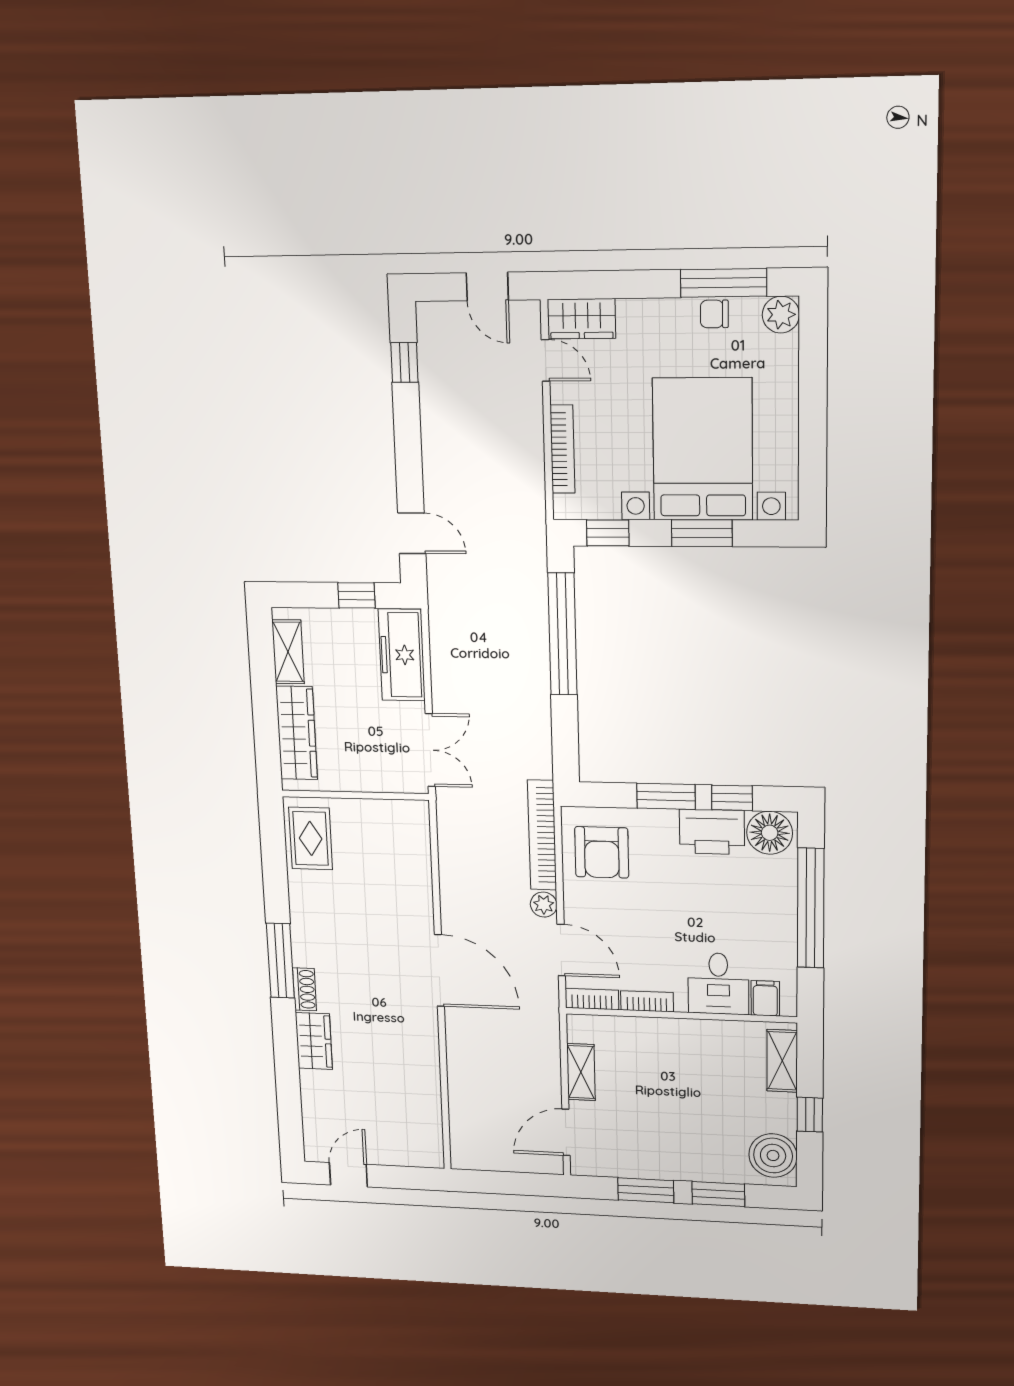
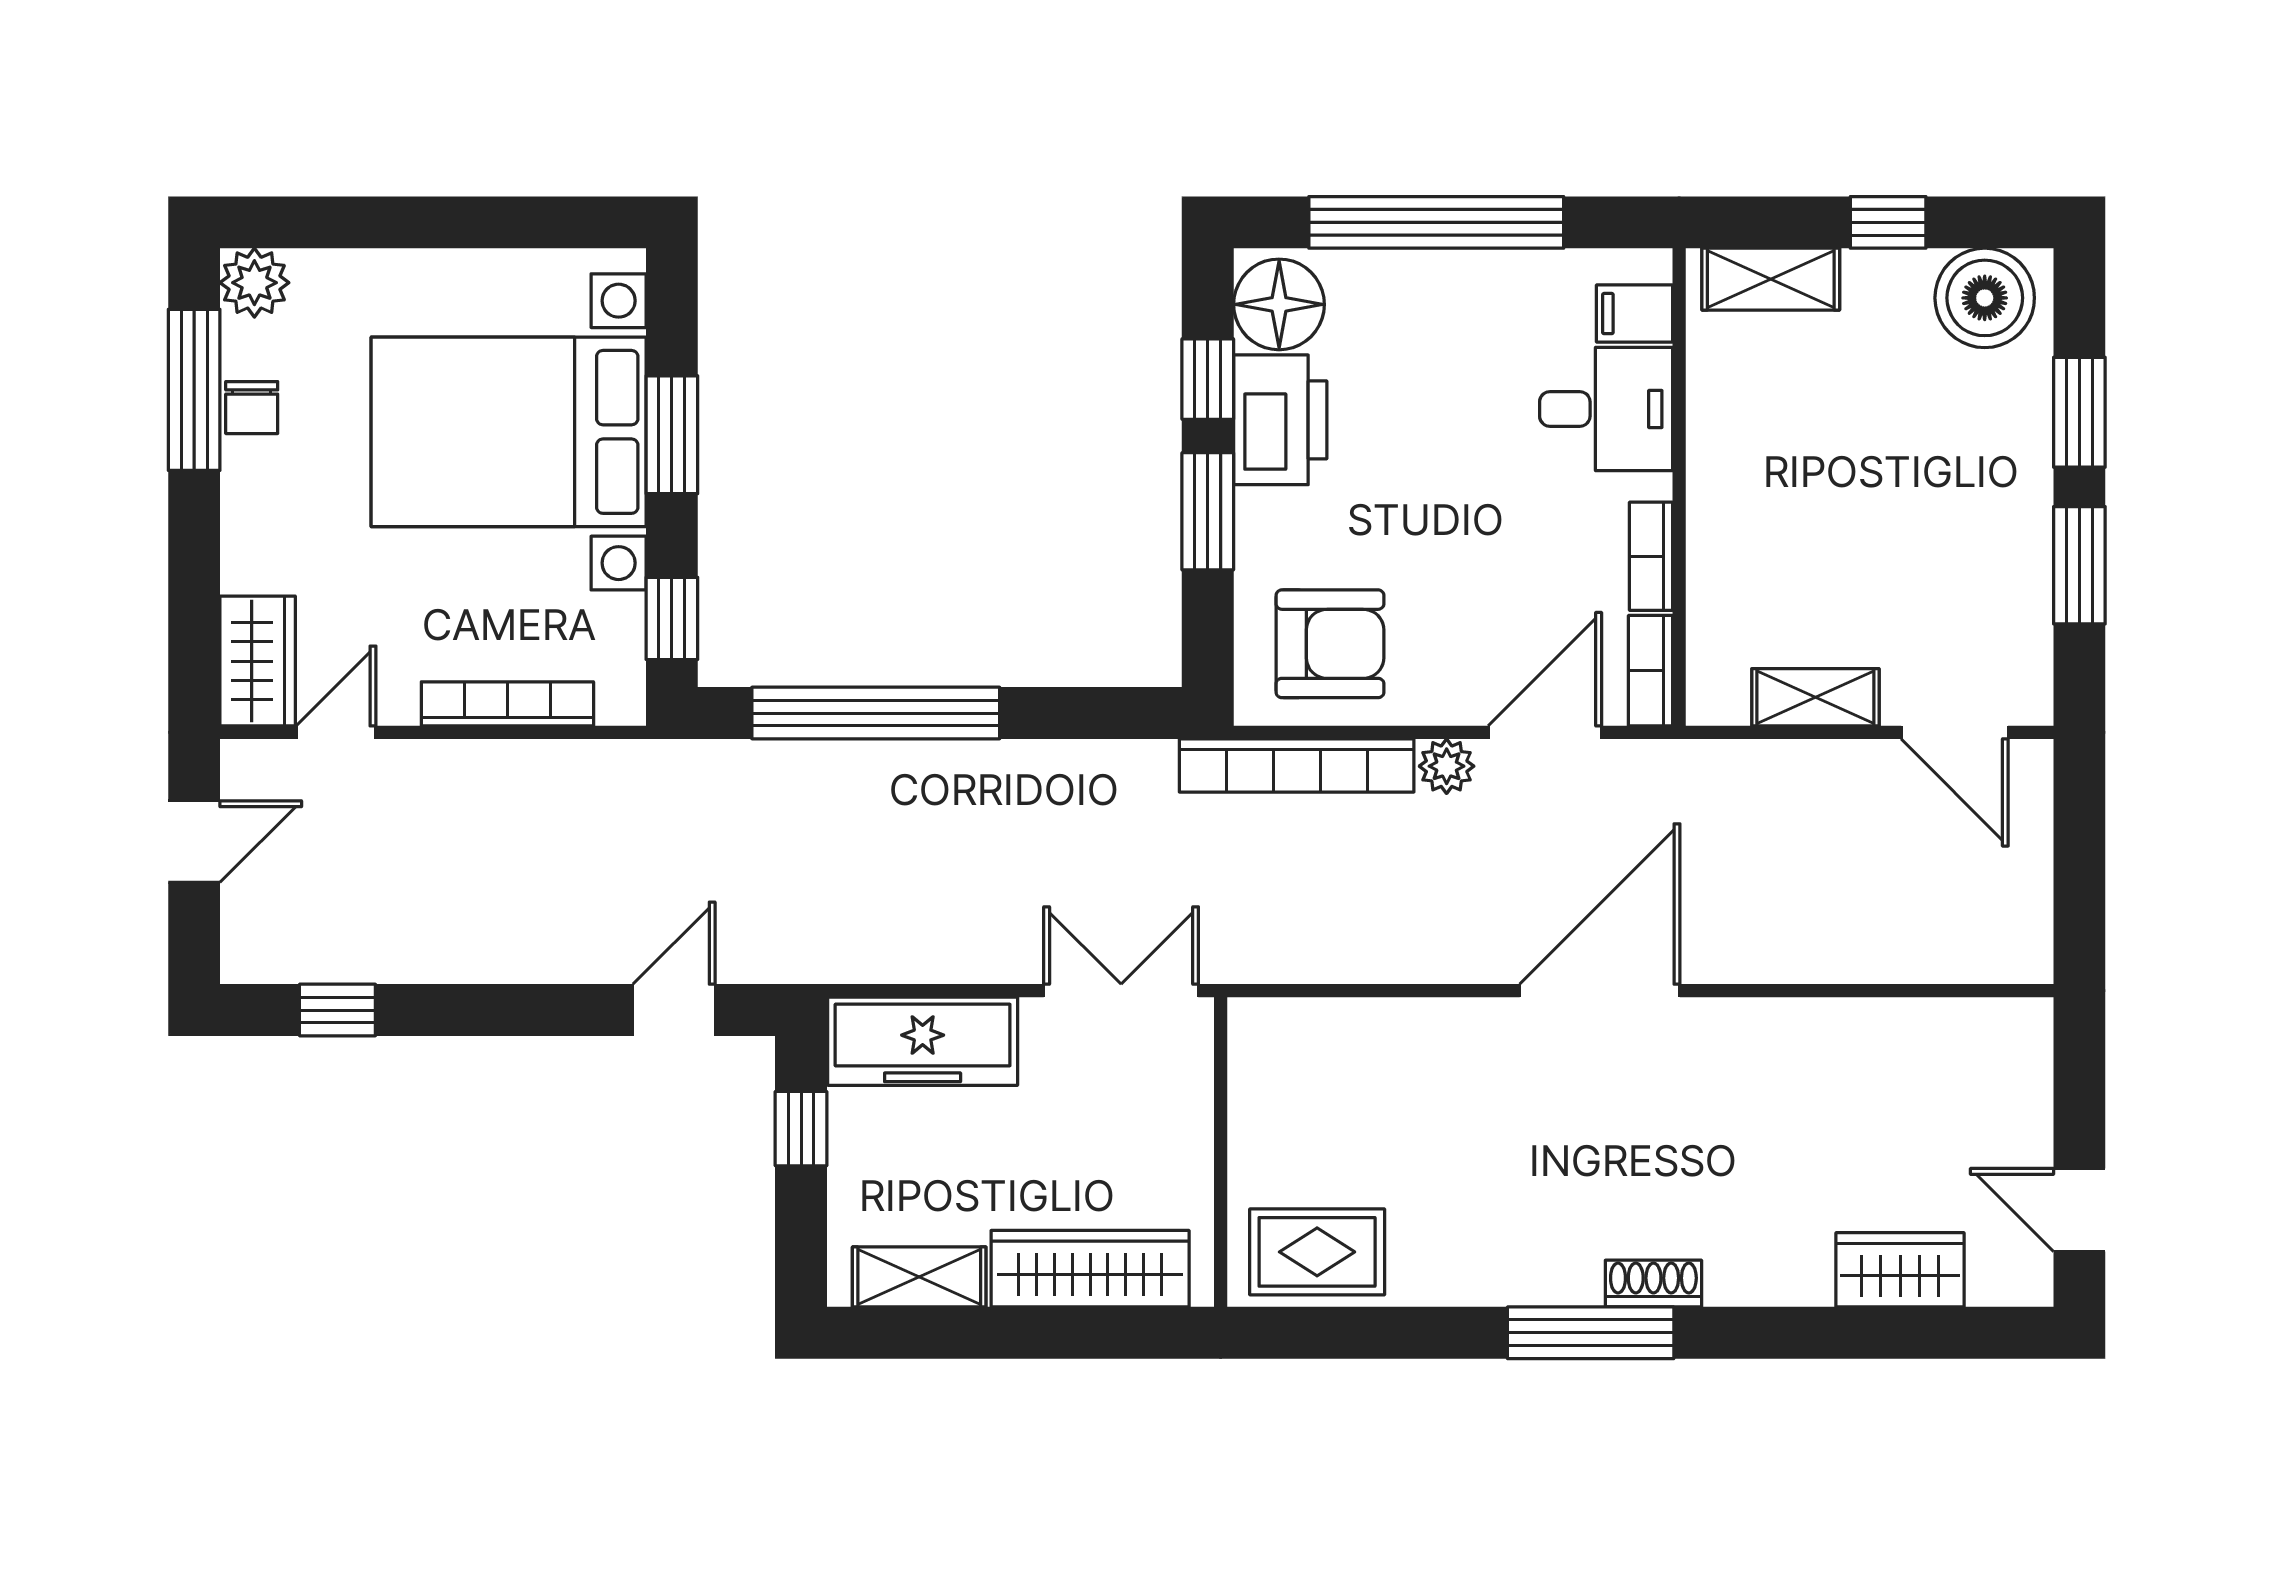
wardrobe: (314, 1041) -> (1900, 1270), moved

